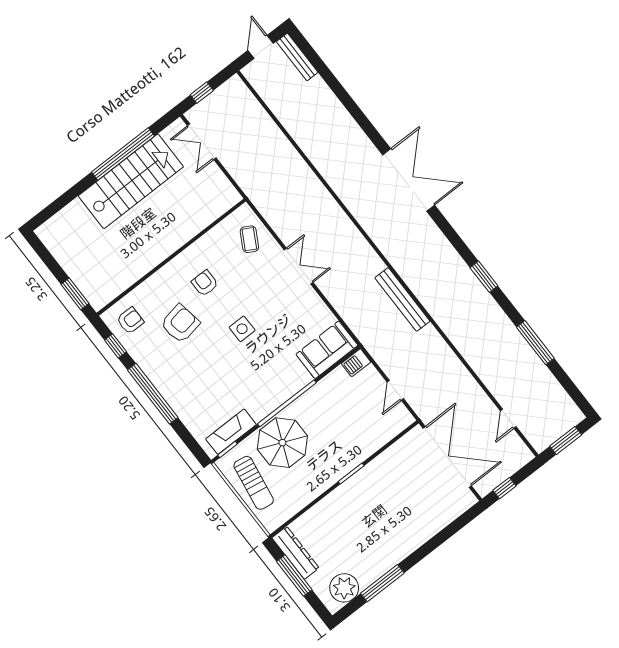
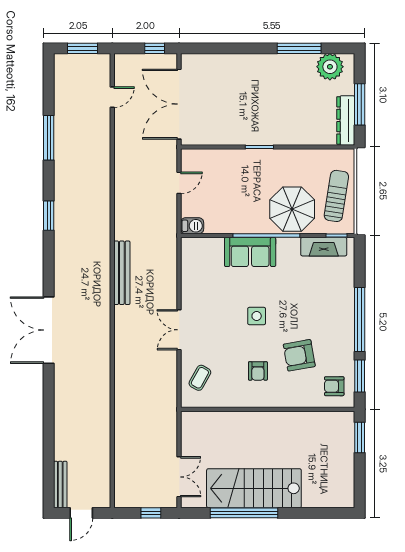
bench: (402, 299) -> (122, 273), moved
window: (115, 346) -> (360, 376), width x1.50
sofa: (327, 350) -> (250, 252), moved

